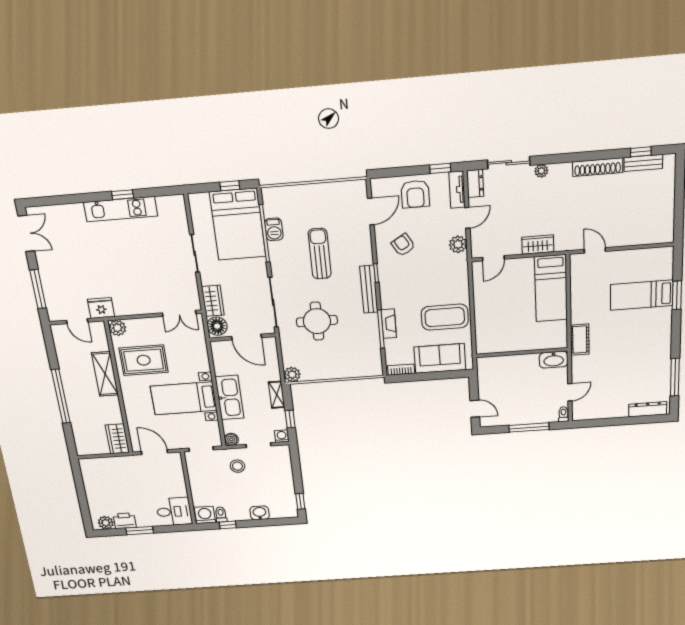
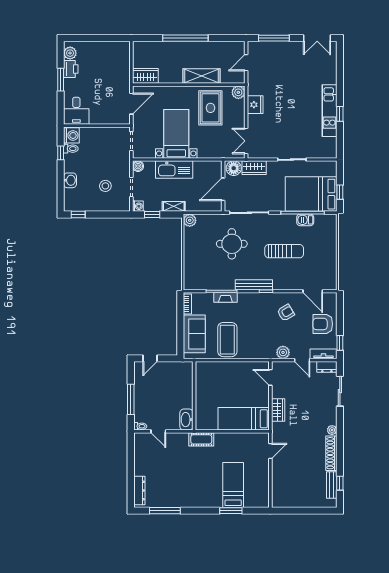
plant: (541, 171) -> (332, 430), moved
fridge: (101, 308) -> (255, 105), moved
stool: (237, 466) -> (105, 186), moved

